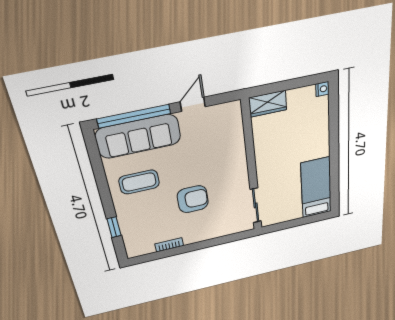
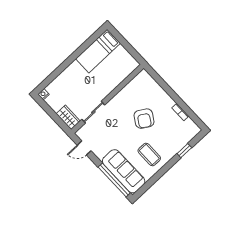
door: (193, 104) -> (84, 148), moved
armchair: (193, 199) -> (144, 119), turned -148
sliding door: (256, 205) -> (93, 112), moved

